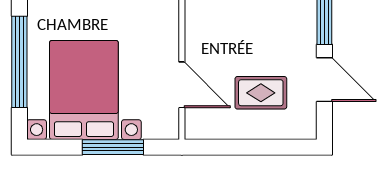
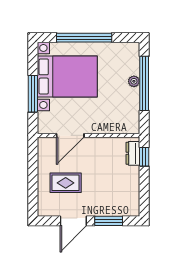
rug: (261, 93) -> (66, 183), turned 90

